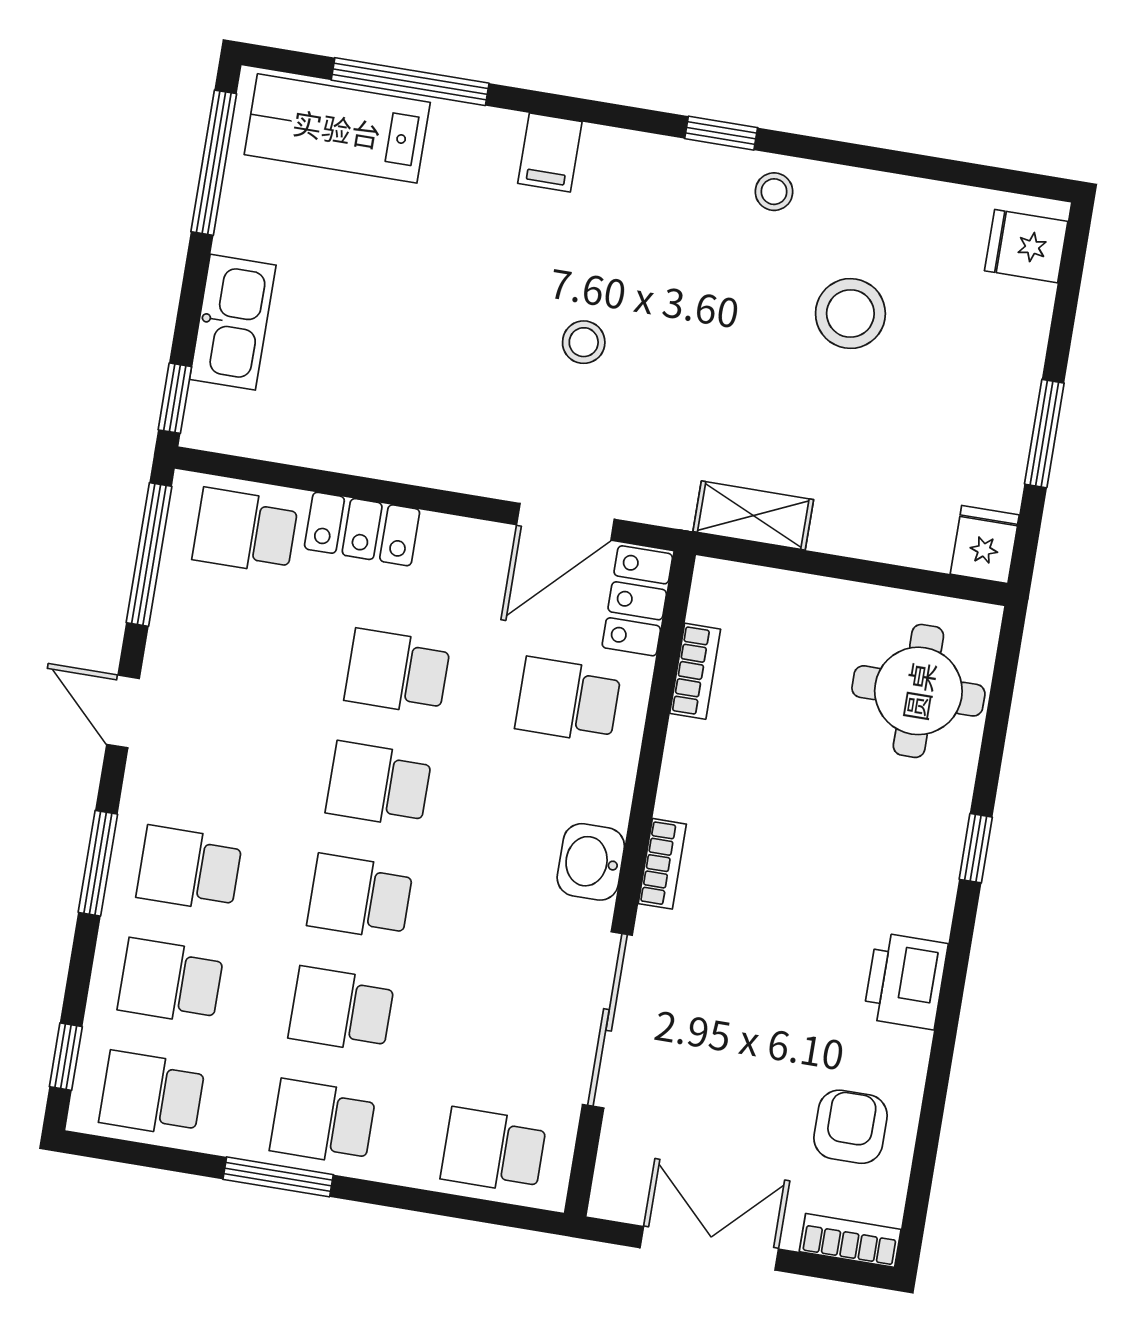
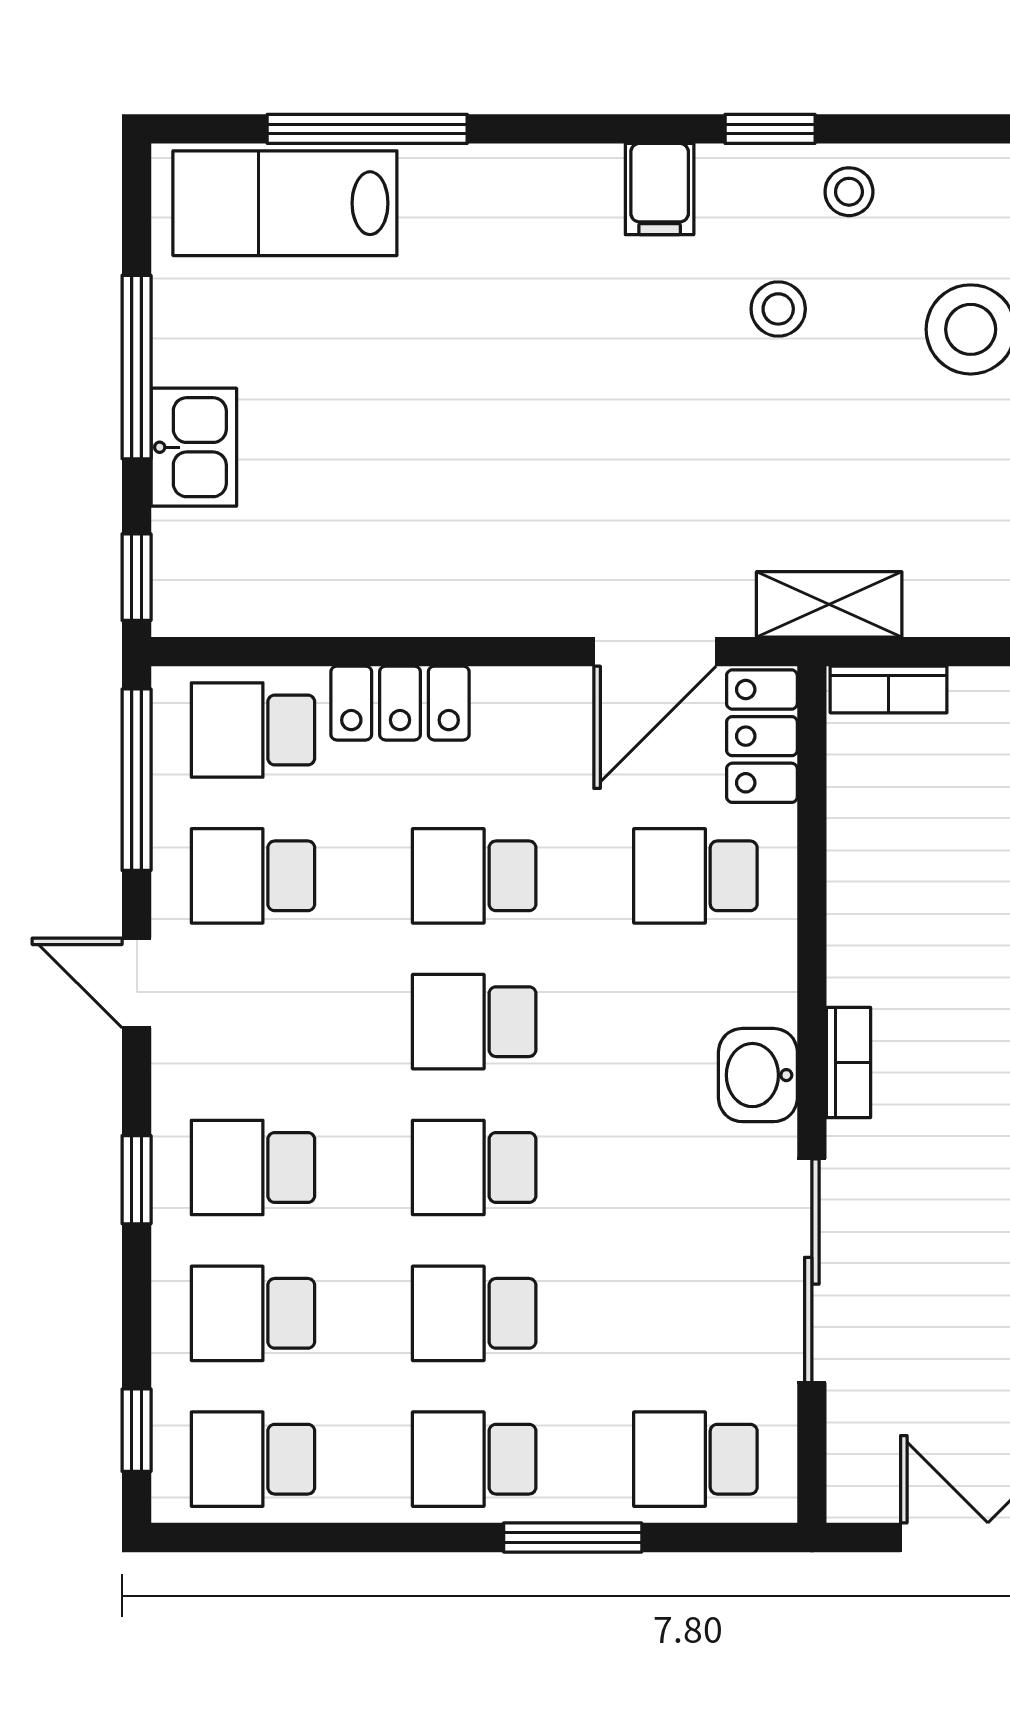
filing cabinet: (550, 152) -> (660, 189), moved
window: (214, 163) -> (137, 367), moved
kitchen sink: (233, 322) -> (194, 447), width x0.73
stool: (584, 342) -> (778, 309), moved
shelving: (753, 516) -> (829, 604), moved
school desk: (227, 644) -> (253, 876), added
bookcase: (695, 671) -> (889, 690), moved, turned 90
window: (98, 863) -> (137, 1180), width x0.67
window: (278, 1177) -> (573, 1538), moved

